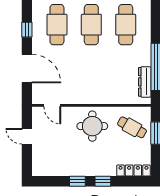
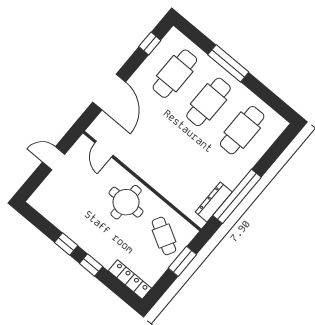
window: (27, 30) -> (150, 43), moved
door: (27, 136) -> (54, 158), hinge flipped

